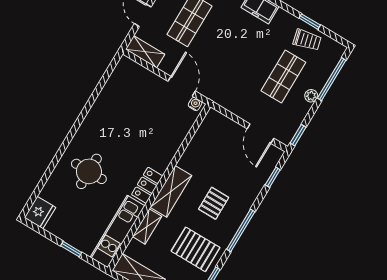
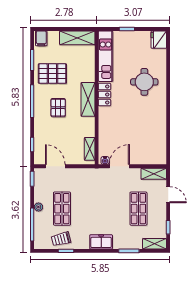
door: (182, 86) -> (119, 166), swing flipped
shelving: (147, 226) -> (90, 149), moved

